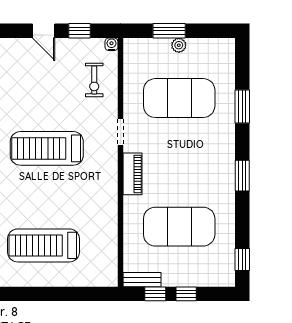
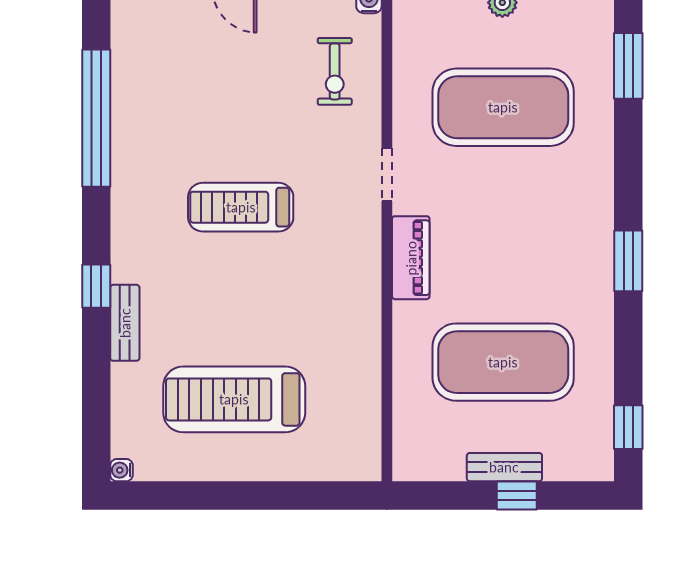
window: (242, 107) -> (628, 66), moved
treadmill: (47, 148) -> (241, 207), width x0.73, depth x0.73
bench: (142, 280) -> (504, 467), moved
window: (155, 294) -> (456, 495), removed

